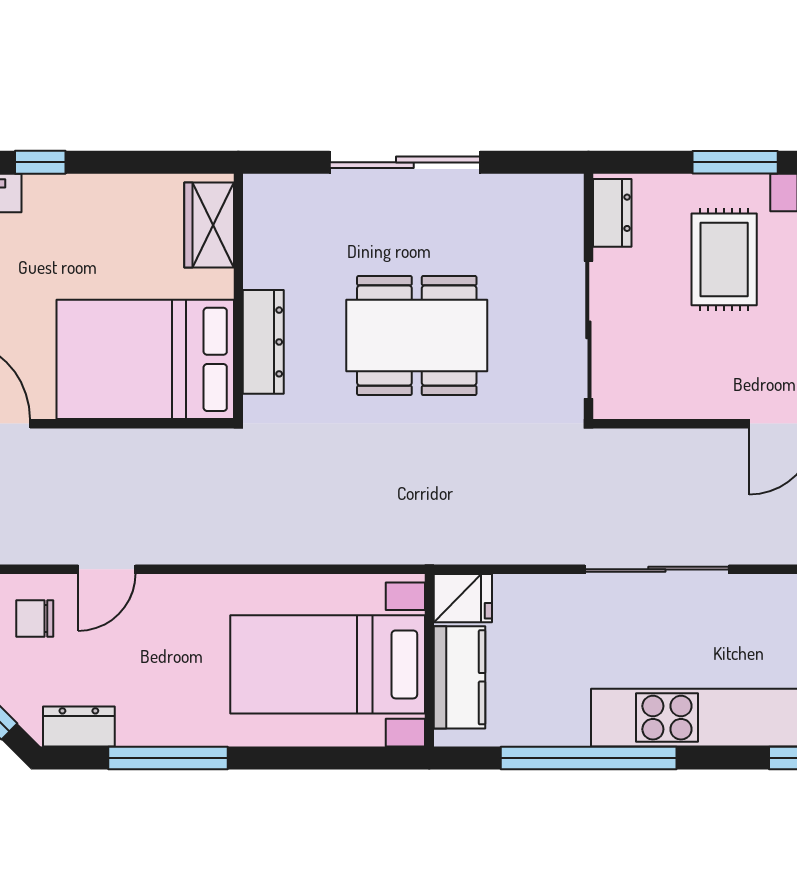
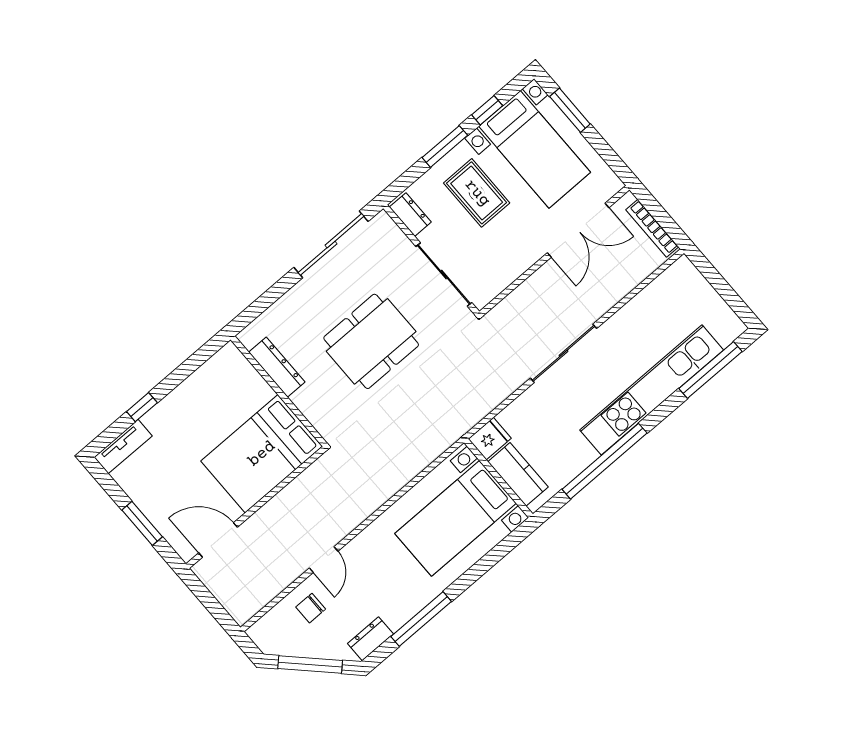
sliding door: (405, 162) -> (331, 244), moved
wardrobe: (209, 225) -> (239, 371), removed
dresser: (263, 342) -> (277, 367), moved

